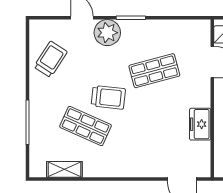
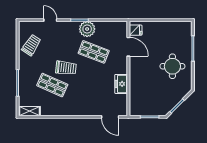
plant: (107, 33) -> (87, 29), moved
shop shelf: (154, 71) -> (94, 52), turned 36
shelving: (64, 169) -> (30, 111), moved

